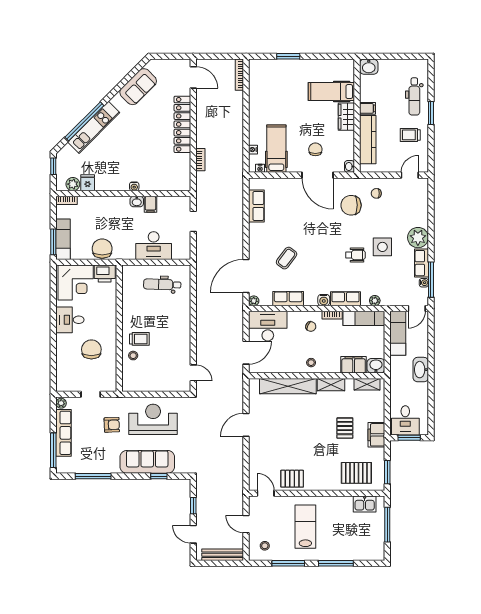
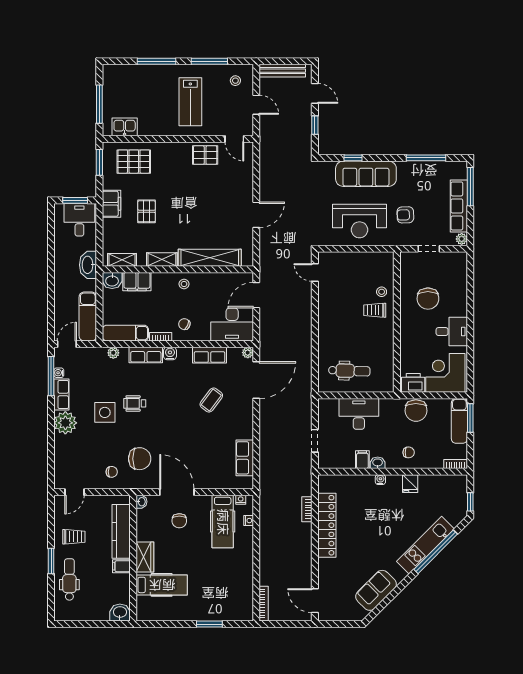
locker: (182, 124) -> (327, 525), moved
fridge: (88, 183) -> (410, 484), moved
plant: (73, 184) -> (449, 482), removed
chair: (109, 211) -> (409, 452), added
washbasin: (421, 370) -> (88, 265), moved, turned 180

